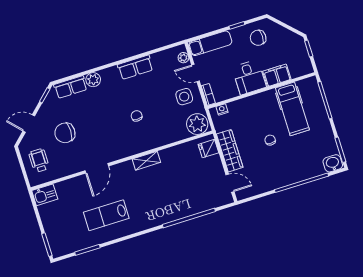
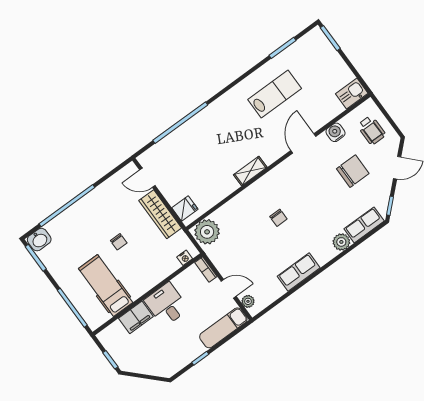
chair: (258, 38) -> (172, 352), removed
side table: (184, 97) -> (232, 258), removed
water cooler: (68, 168) -> (335, 132), added

